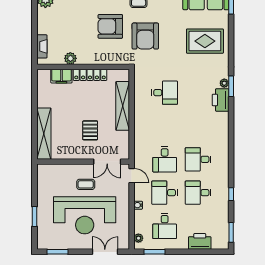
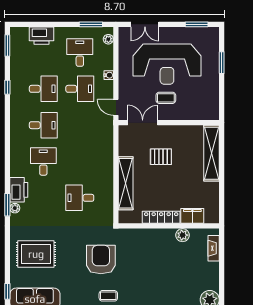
armchair: (110, 26) -> (139, 270), removed
pallet: (90, 130) -> (161, 157), turned 90
desk: (165, 159) -> (43, 161), moved
reception desk: (85, 215) -> (167, 64), turned 180

